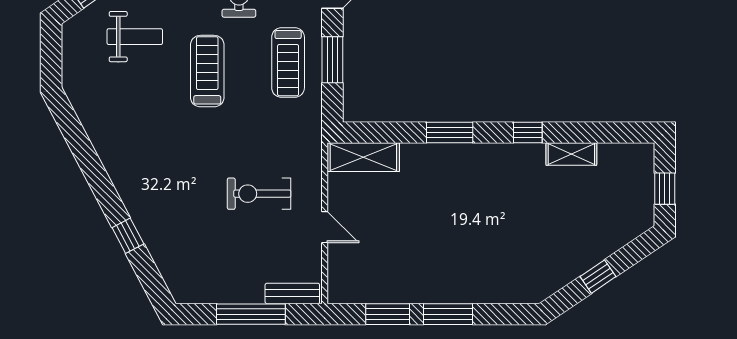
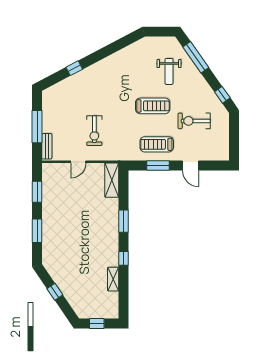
exercise bike: (259, 194) -> (94, 131), turned 180
window: (448, 314) -> (37, 231), moved

